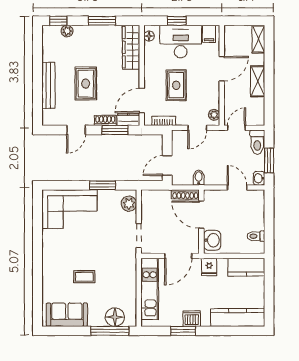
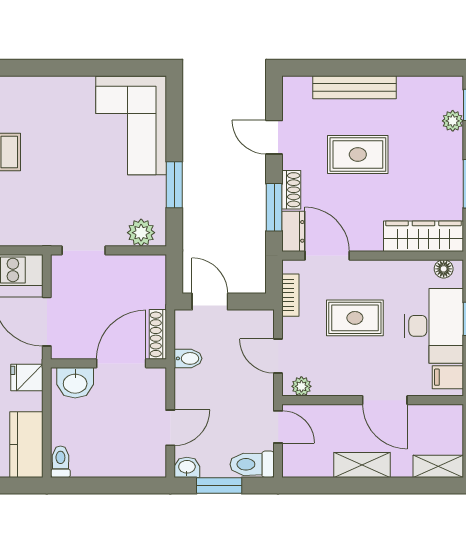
toilet: (256, 236) -> (60, 462), moved

